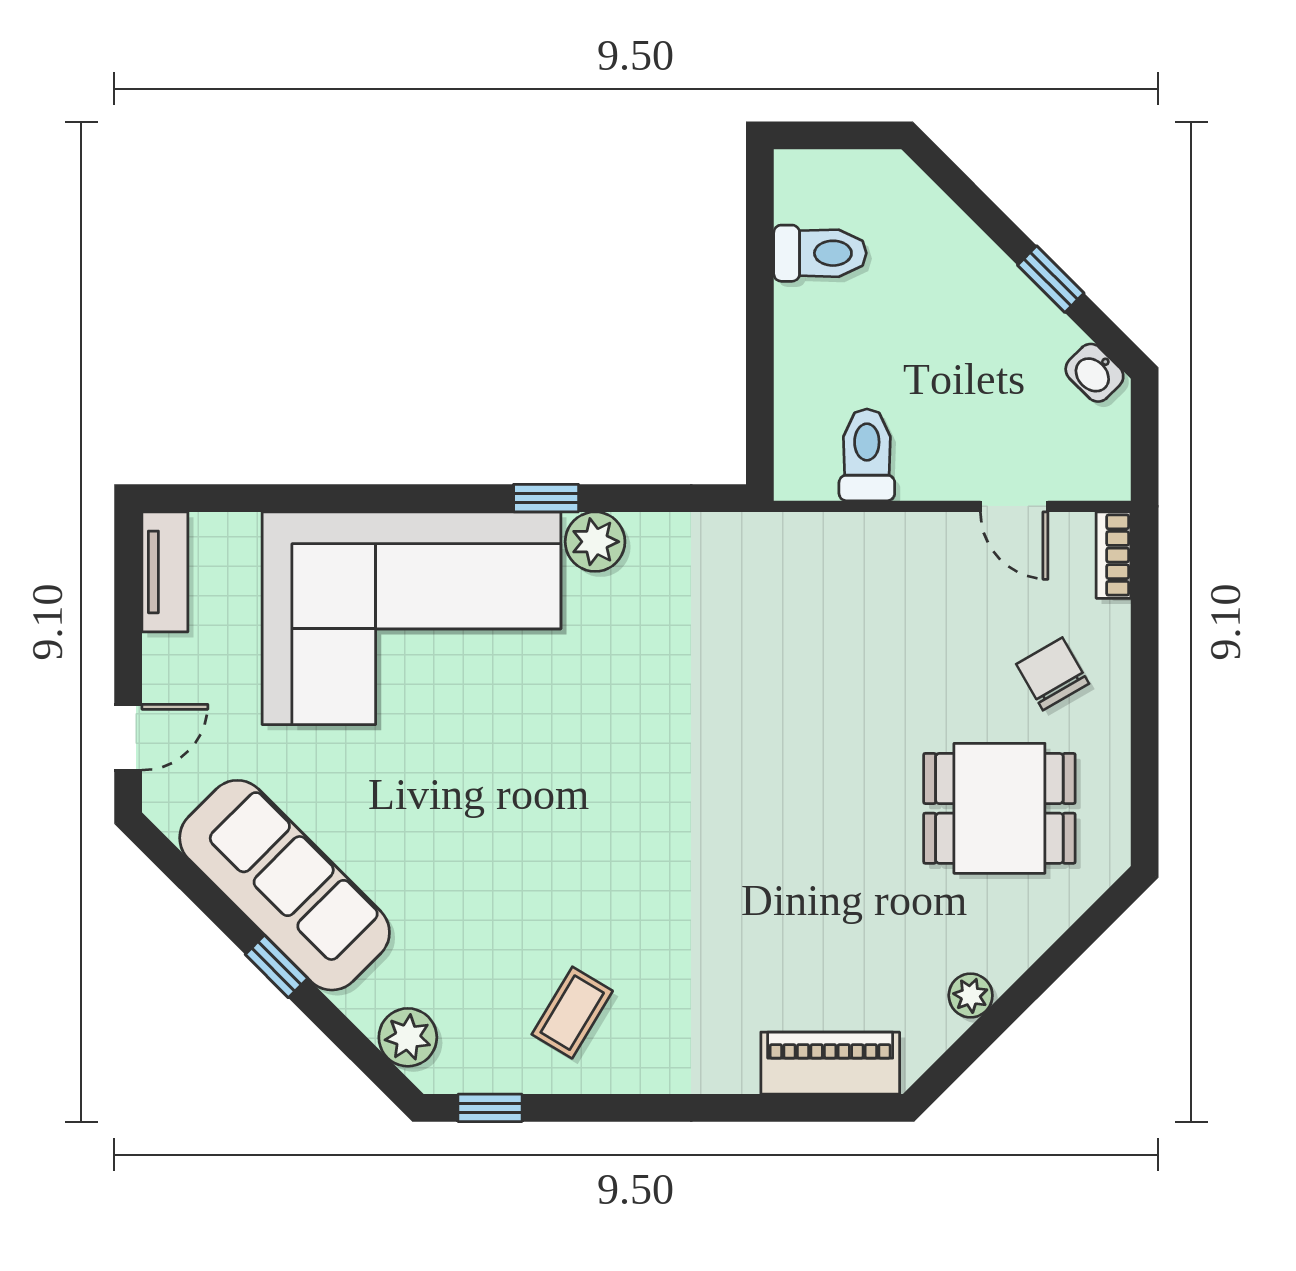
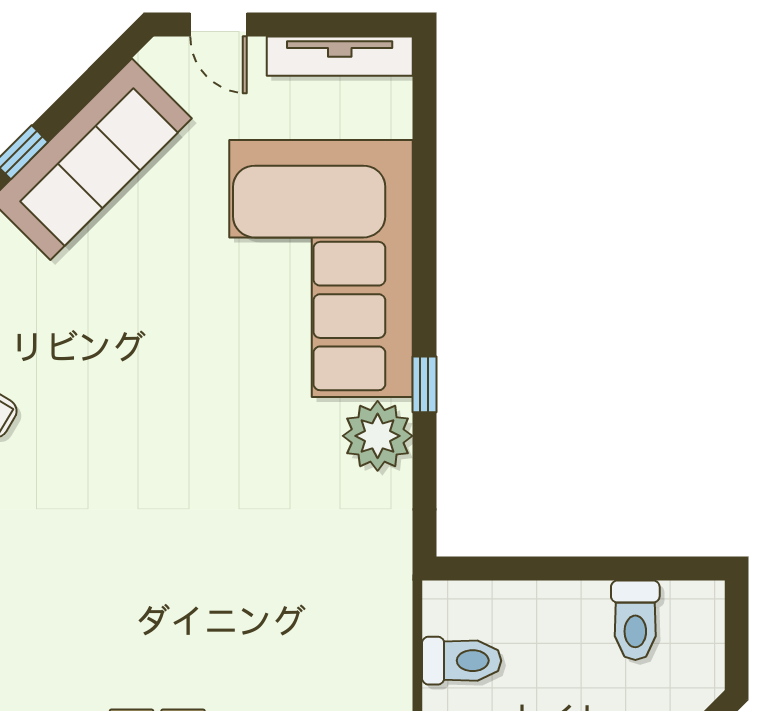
plant: (595, 542) -> (378, 436), width x1.36, depth x1.36
tv unit: (165, 572) -> (340, 56), width x1.41

